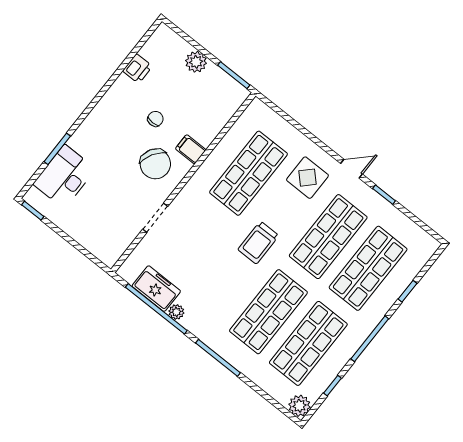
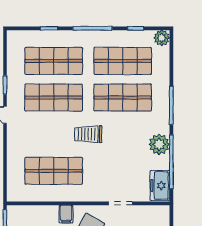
display table: (307, 178) -> (30, 136), removed
trolley: (258, 243) -> (88, 134), turned 180
freezer: (156, 289) -> (160, 185), moved
plant: (176, 312) -> (159, 144), width x1.88, depth x1.88

